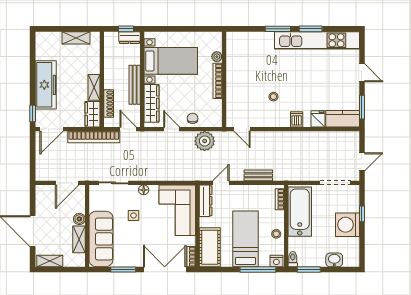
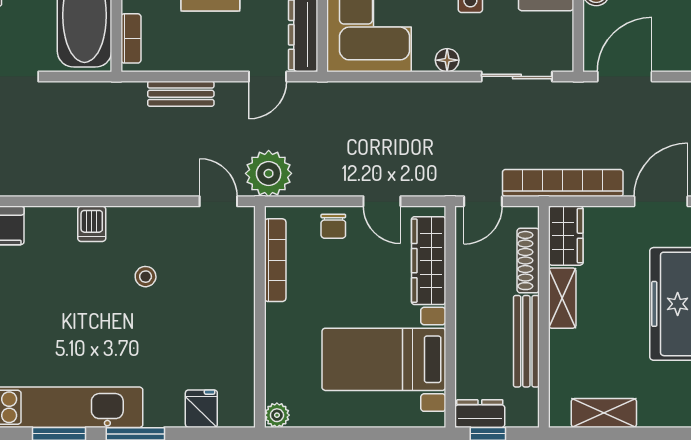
plant: (217, 57) -> (277, 415), moved
bookcase: (218, 81) -> (275, 260), moved
bench: (135, 85) -> (526, 341), moved
fridge: (318, 119) -> (201, 409), moved, turned 180
door: (128, 129) -> (483, 201), hinge flipped
plant: (205, 141) -> (269, 173), moved

